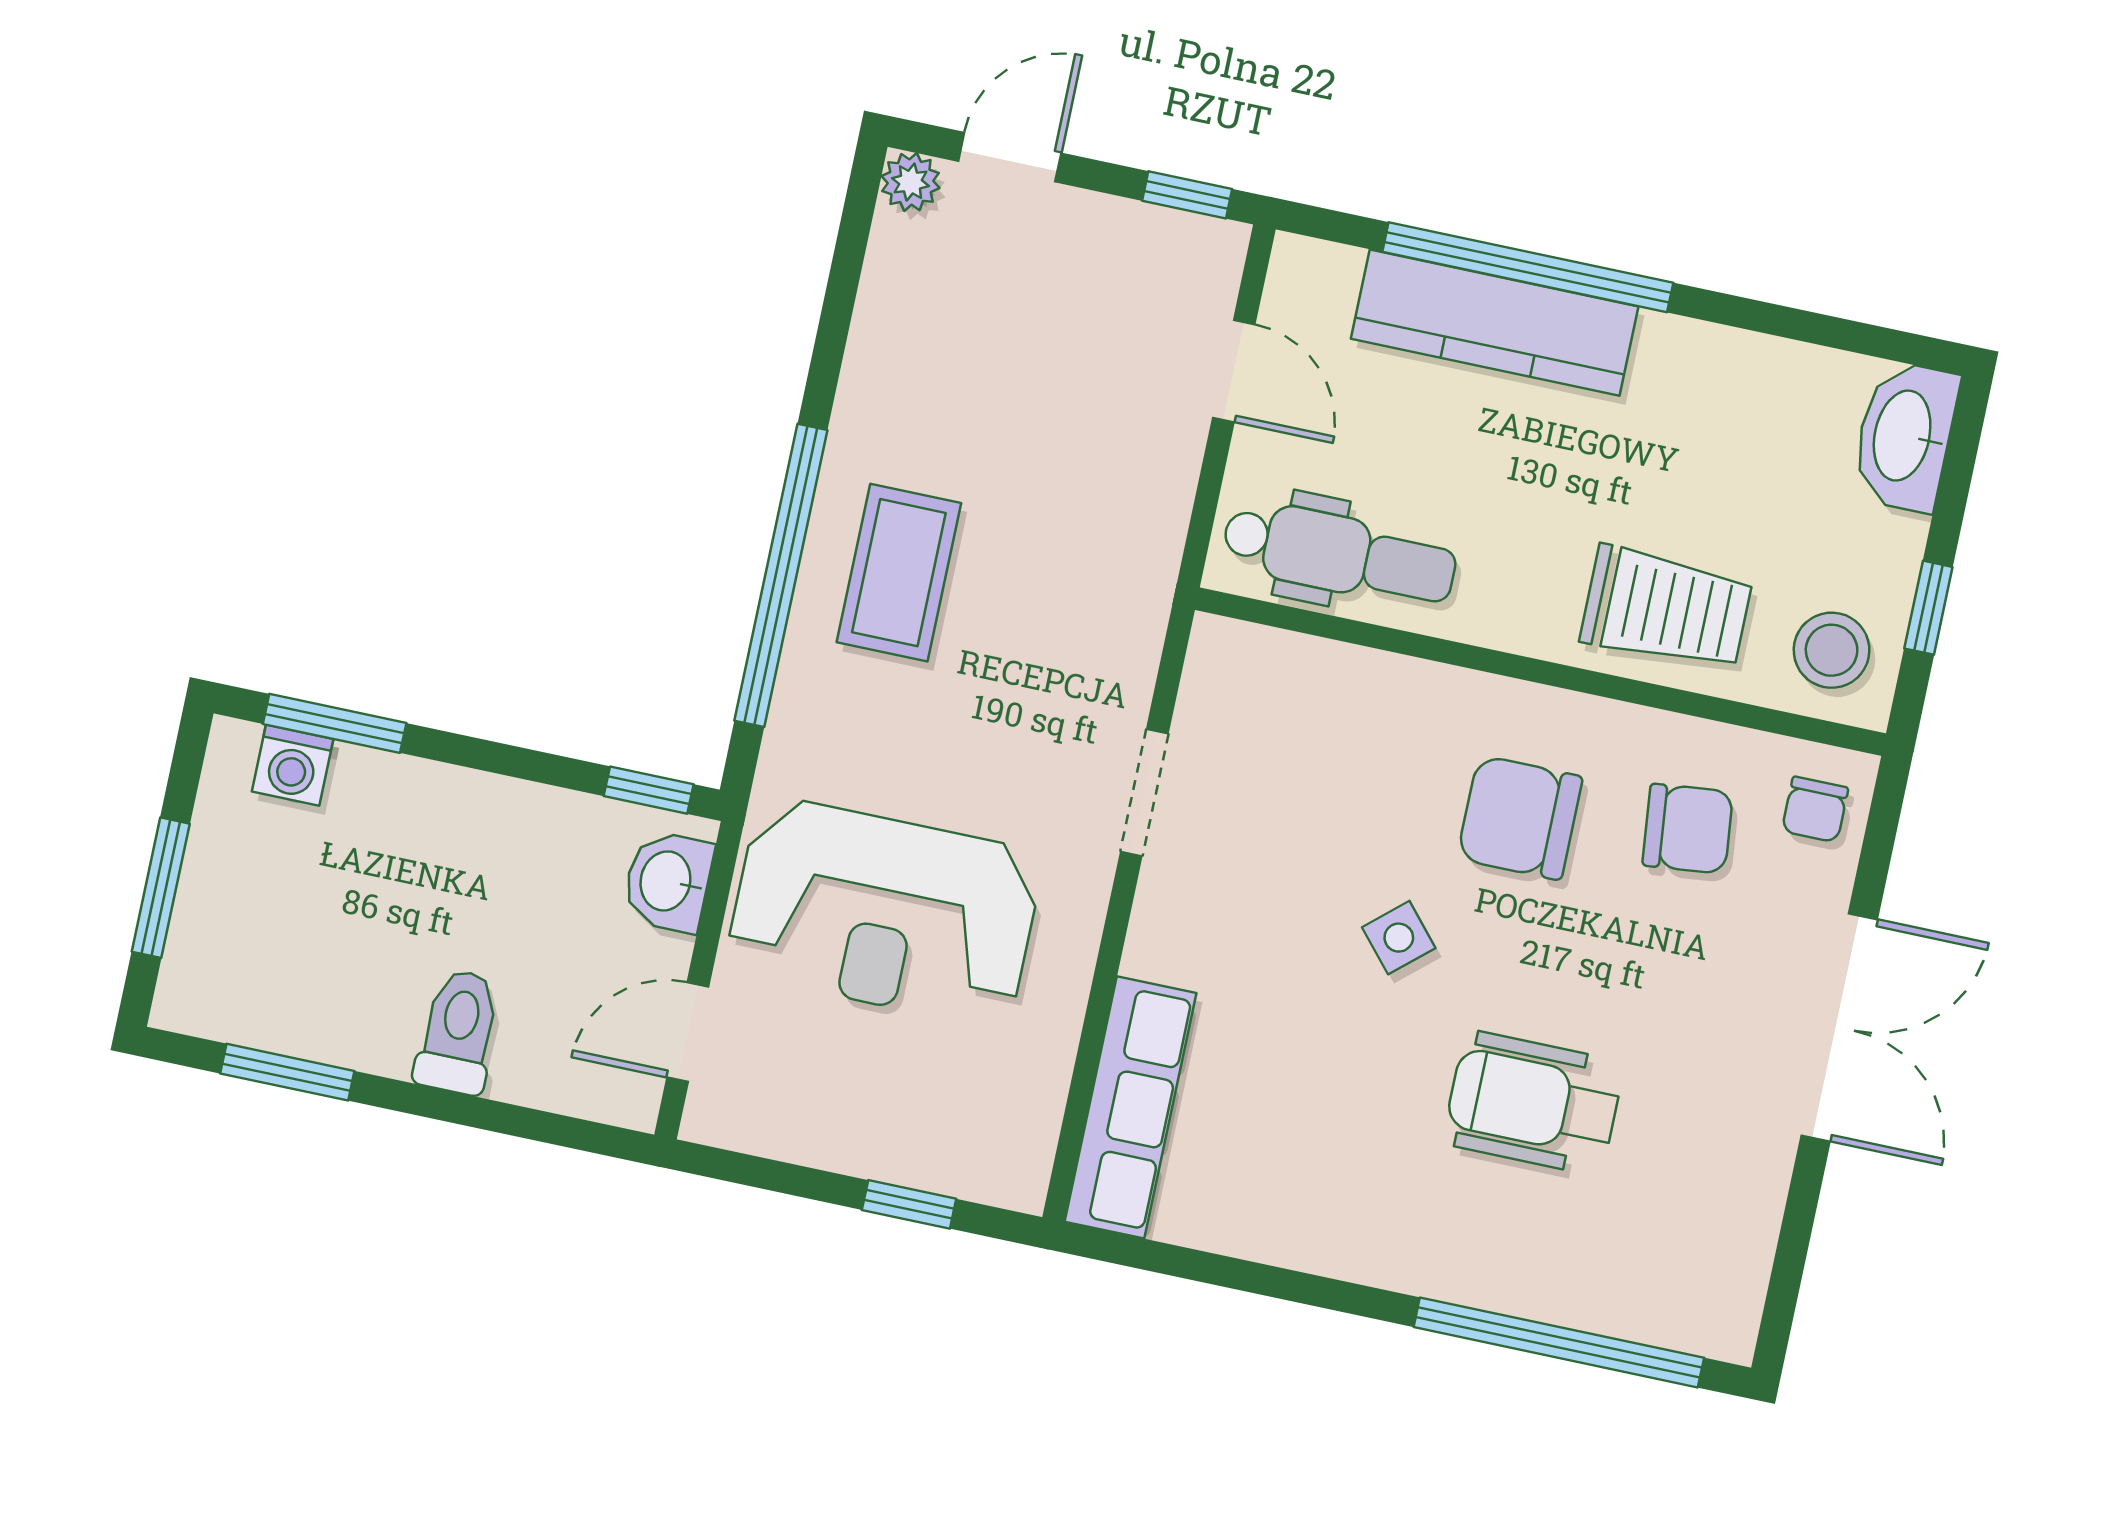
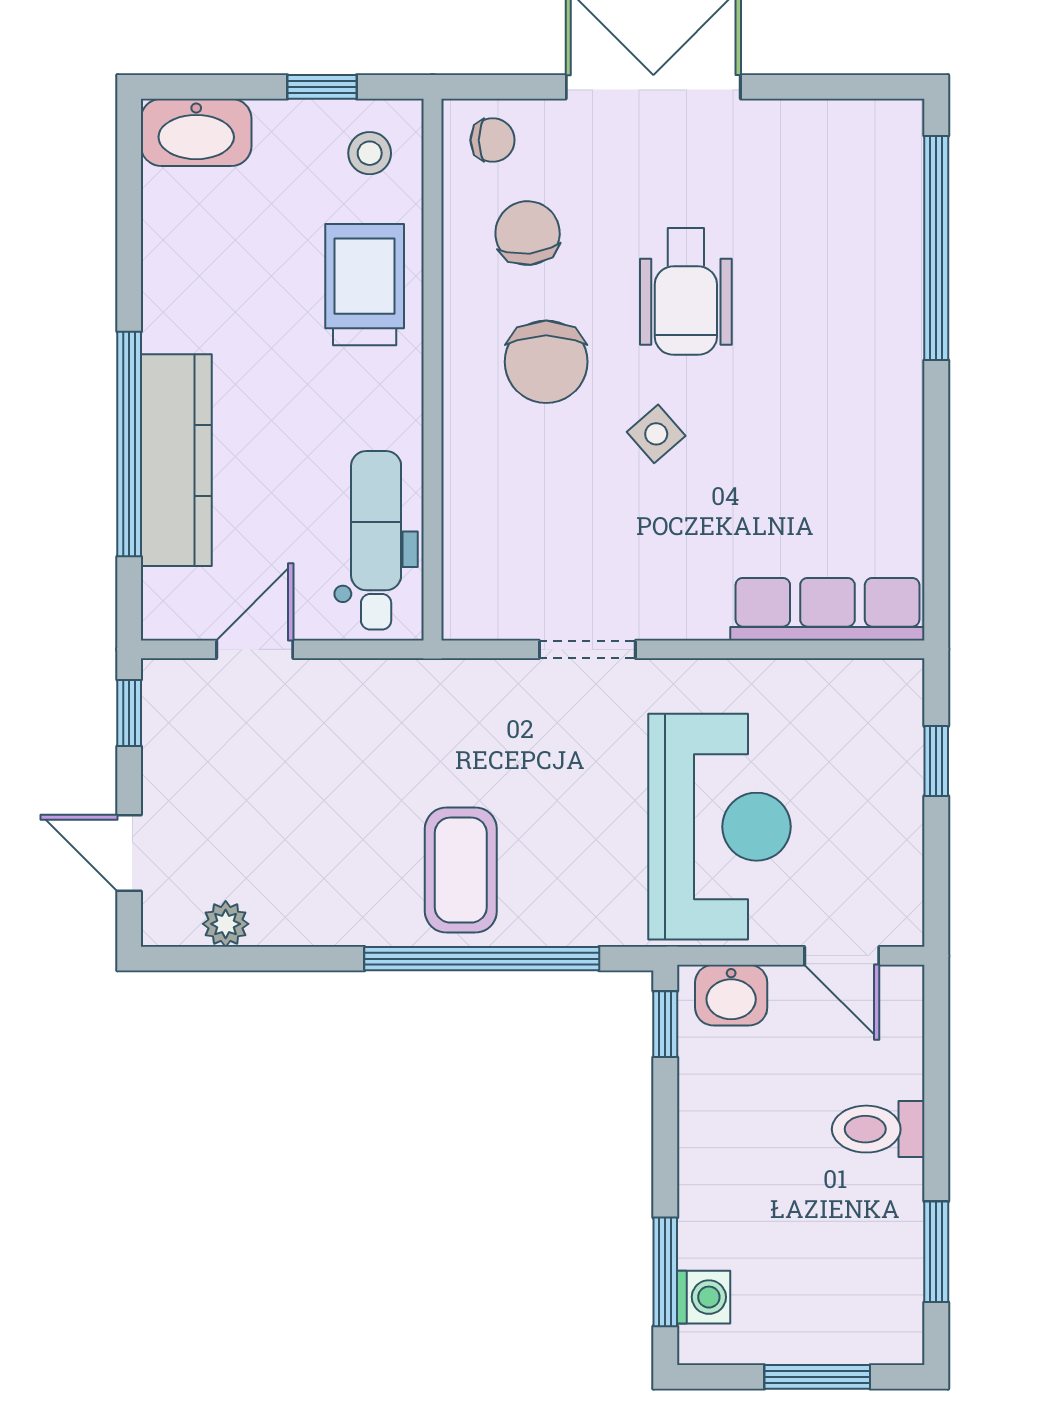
plant: (911, 182) -> (226, 924), moved
coffee table: (899, 573) -> (461, 870), turned 90
stool: (1832, 650) -> (370, 153), width x0.73, depth x0.73
wheelchair: (1533, 1103) -> (686, 292), moved

